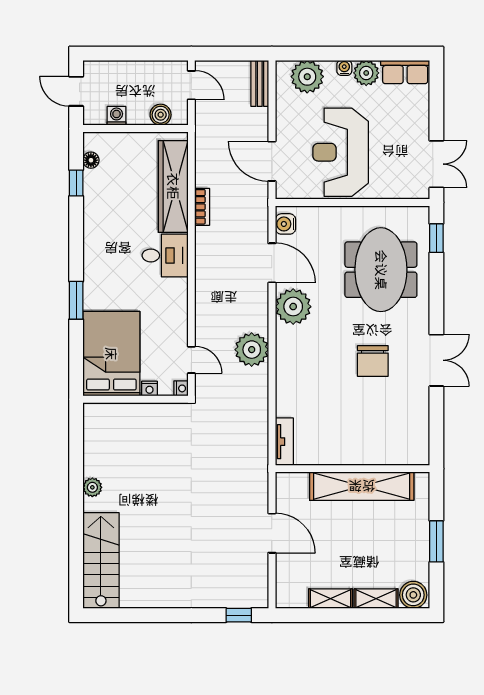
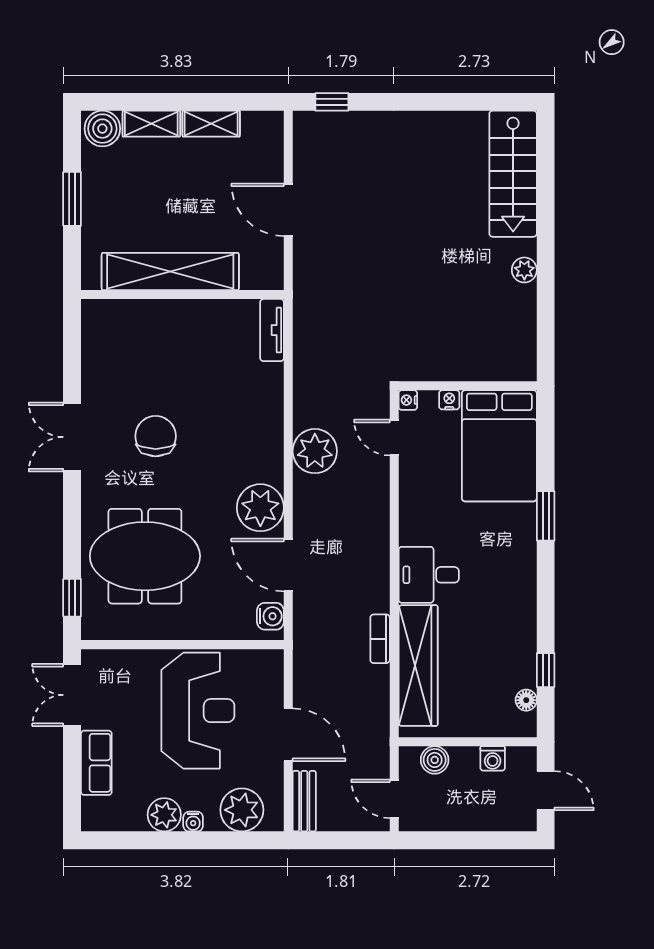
row of seats: (405, 72) -> (96, 763), moved, turned 90
door: (272, 161) -> (288, 735), moved
meeting table: (381, 270) -> (145, 556), turned 90

